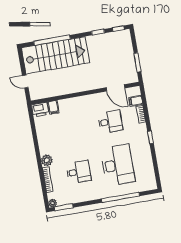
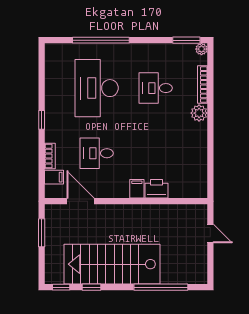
stairs: (56, 55) -> (112, 264), moved
filing cabinet: (53, 107) -> (137, 189), moved
printer: (40, 109) -> (157, 189), moved

